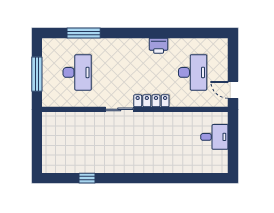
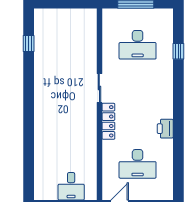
window: (84, 33) -> (178, 51), width x0.46
window: (87, 178) -> (29, 44), moved

